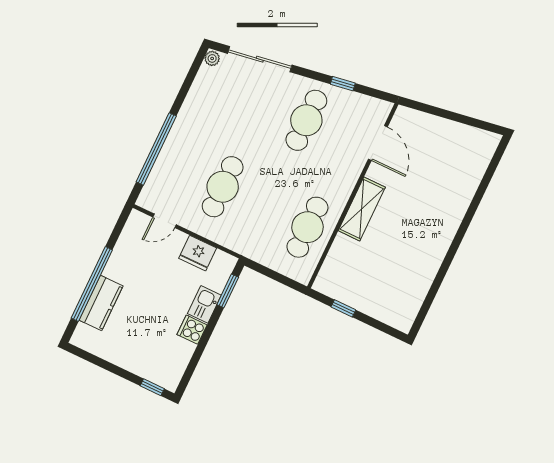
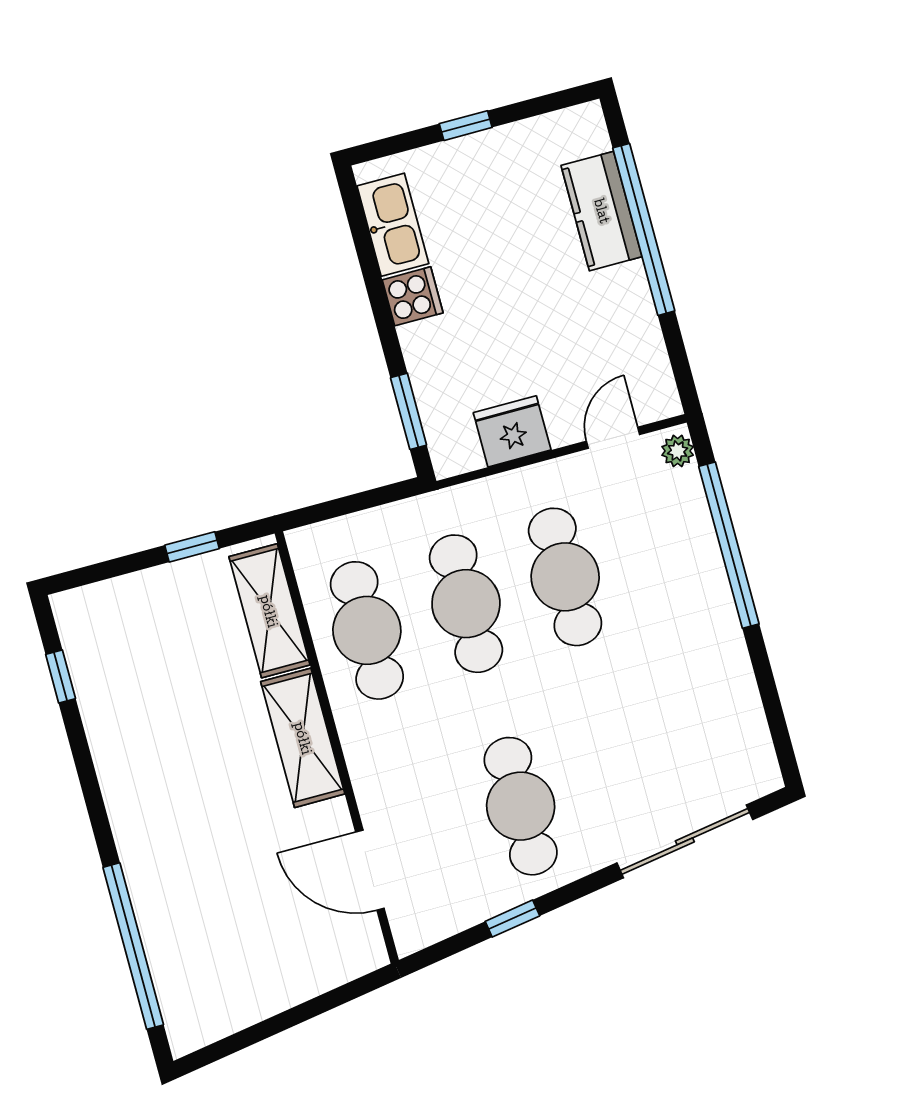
plant: (212, 58) -> (678, 451), moved
window: (483, 187) -> (133, 946), added
cafe table: (265, 207) -> (466, 604), added
shelving: (335, 263) -> (269, 611), added
window: (428, 302) -> (61, 677), added
kitchen sink: (204, 304) -> (393, 225), moved, width x1.38
window: (152, 387) -> (466, 126), moved

